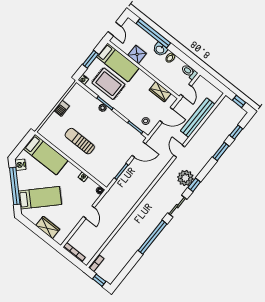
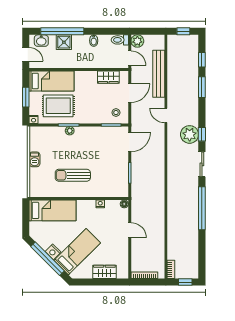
washbasin: (160, 49) -> (41, 41), moved
shower: (137, 54) -> (64, 42), moved
plant: (201, 82) -> (137, 41), added
nightstand: (20, 165) -> (53, 252), moved

